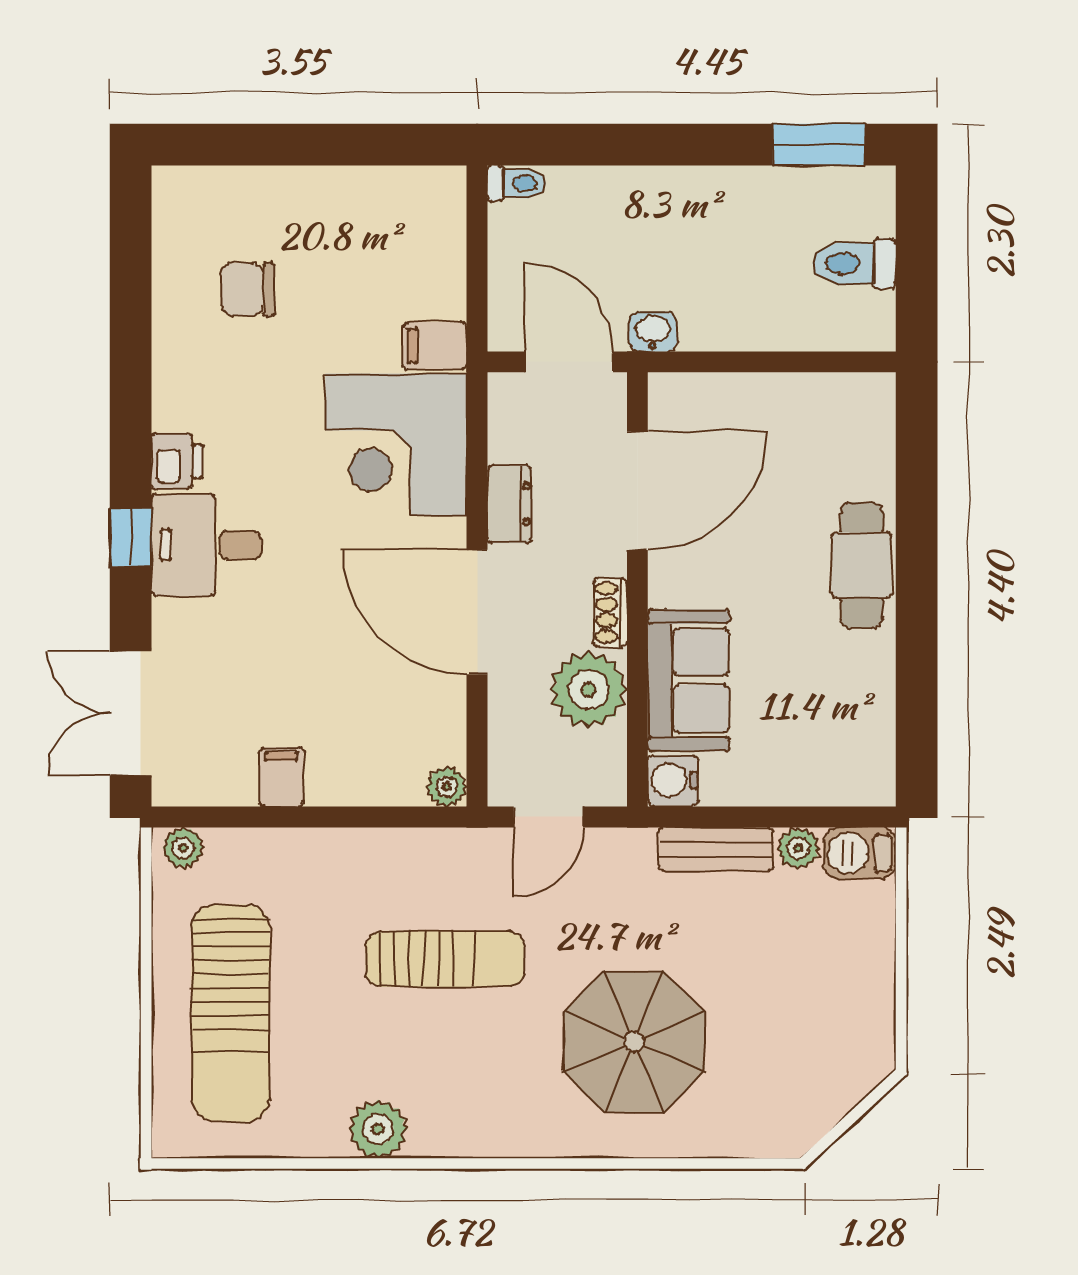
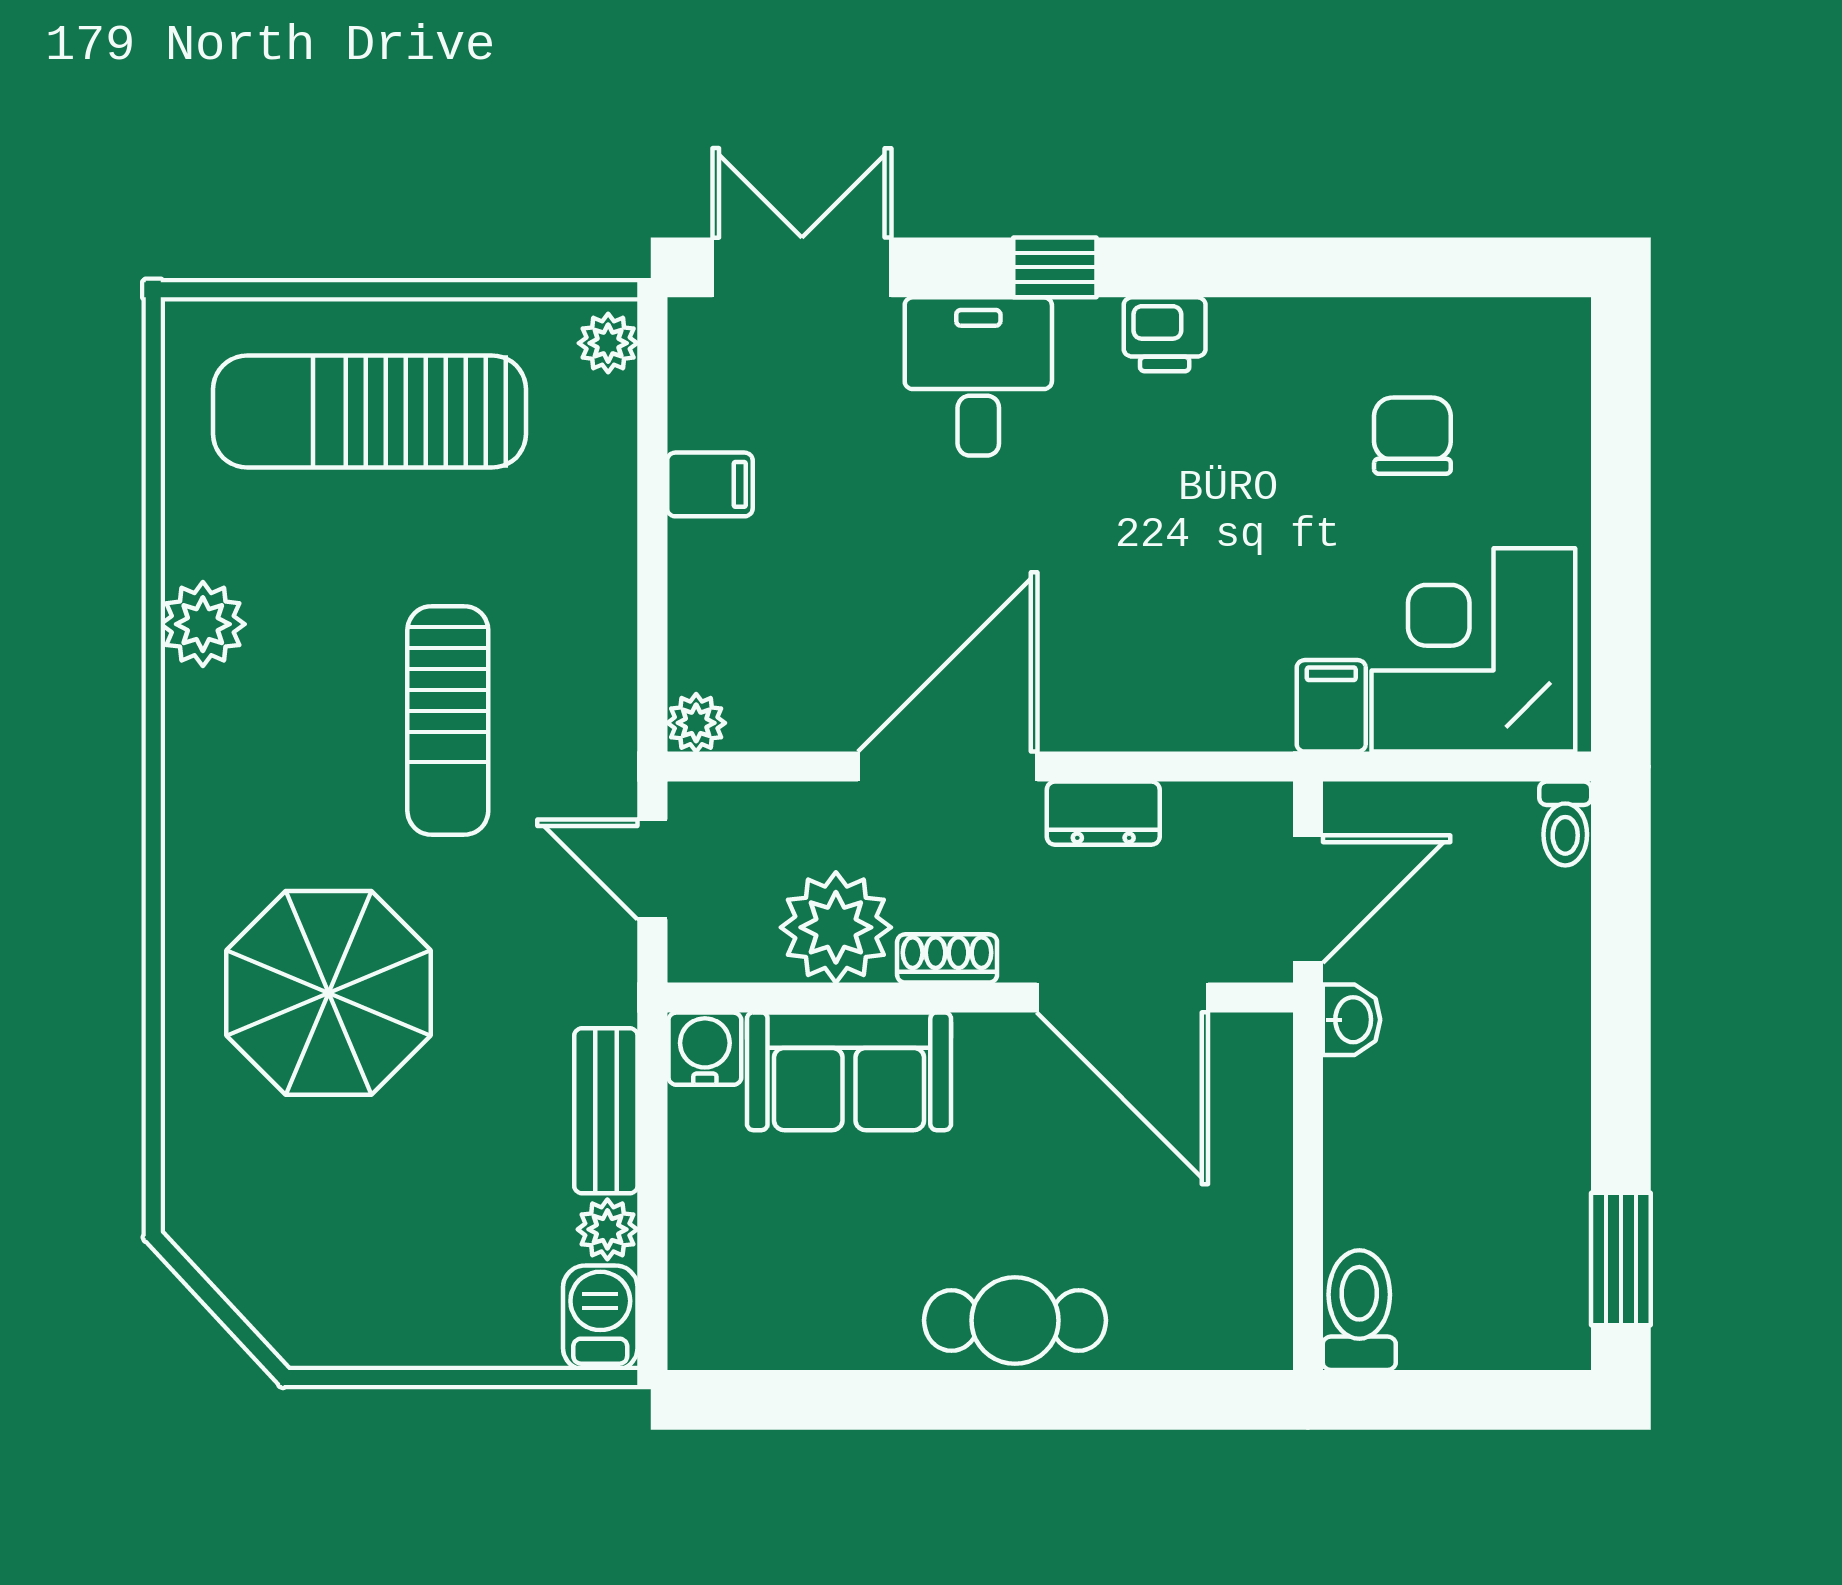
toilet: (854, 264) -> (1359, 1310), moved
corner desk: (396, 444) -> (1473, 650), moved
desk: (206, 545) -> (978, 376), moved

